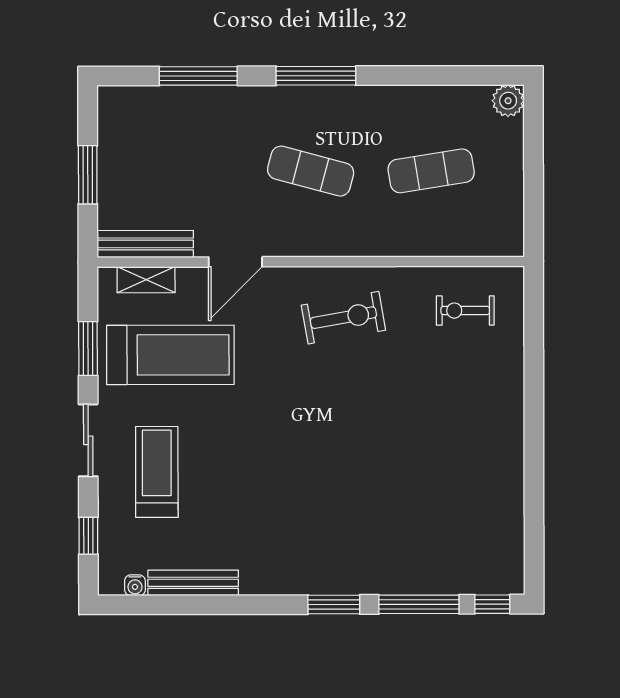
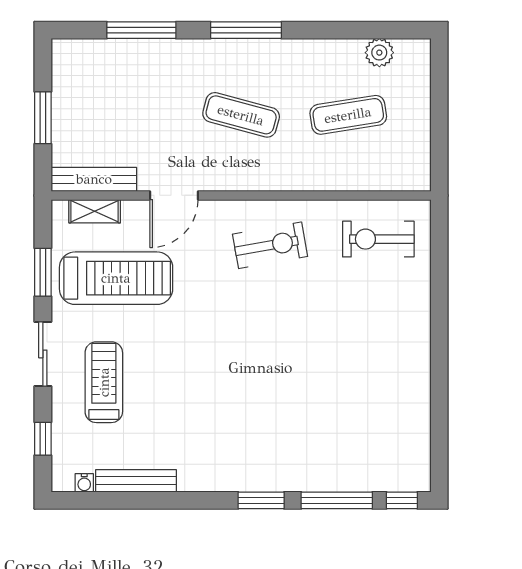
plant: (508, 101) -> (379, 53), moved
exercise bike: (465, 310) -> (378, 239), width x1.38, depth x1.39

